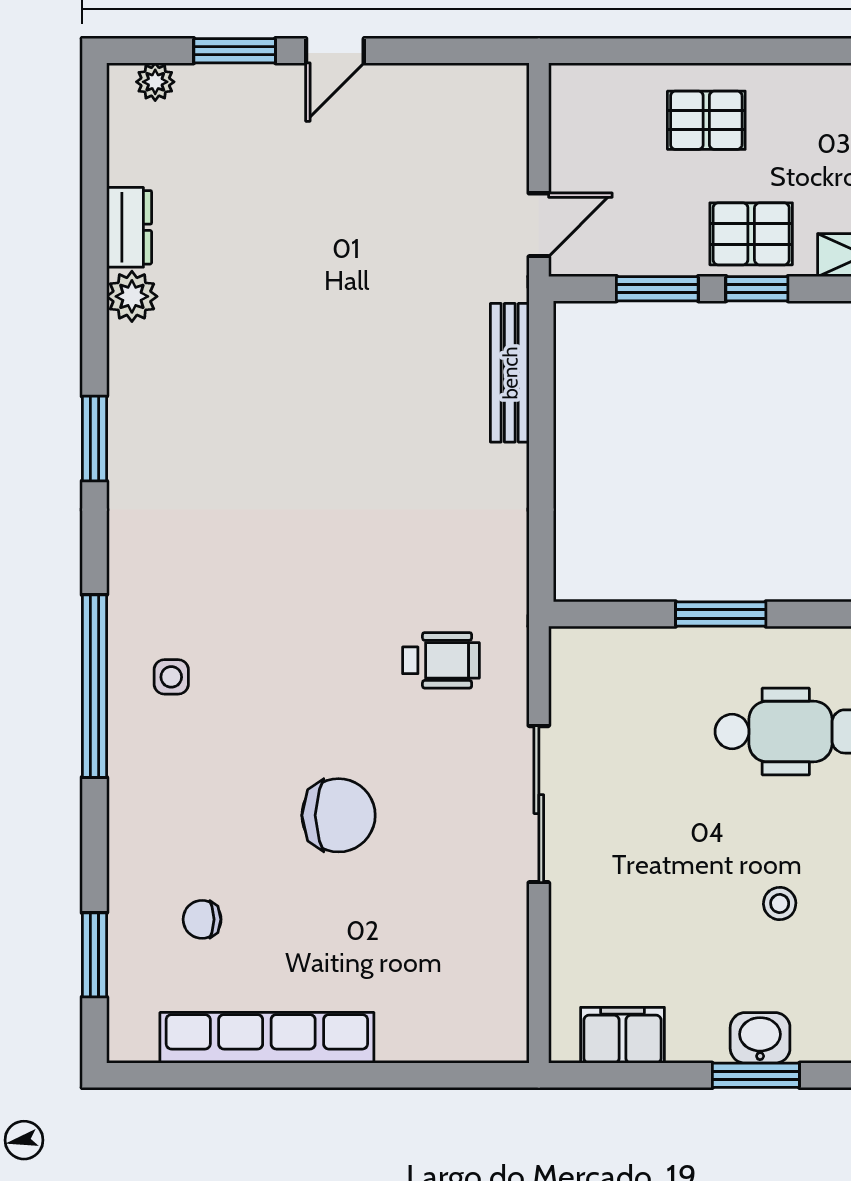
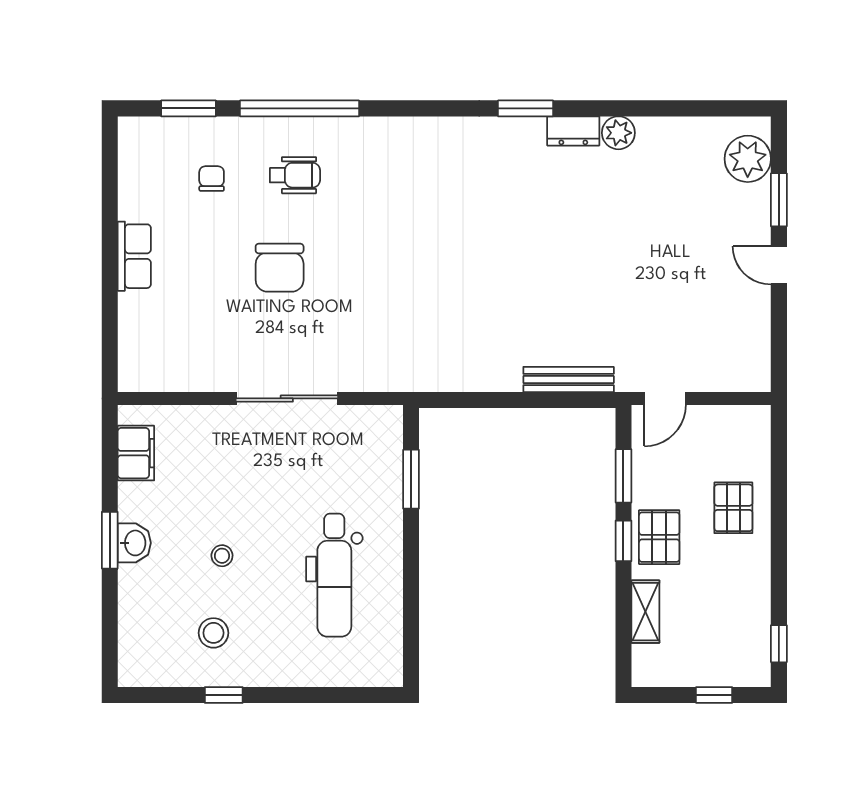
plant: (155, 82) -> (748, 159), width x1.87, depth x1.87
door: (539, 225) -> (665, 398), hinge flipped
dresser: (129, 227) -> (573, 131), moved
window: (721, 614) -> (411, 479), moved
wheelchair: (441, 660) -> (295, 175), moved, turned -90
side table: (171, 677) -> (370, 158), removed
window: (94, 686) -> (299, 108), moved
row of seats: (267, 1038) -> (134, 256), width x0.50

